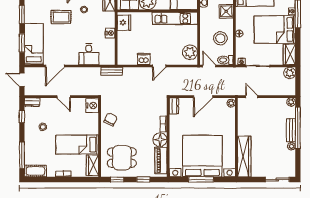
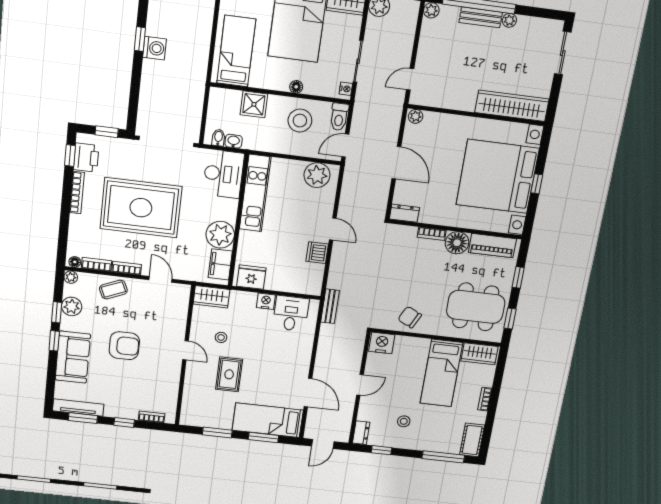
desk: (89, 54) -> (291, 313), moved, turned -90
dining table: (122, 158) -> (476, 307), width x1.38
window: (201, 180) -> (537, 184), width x0.46

